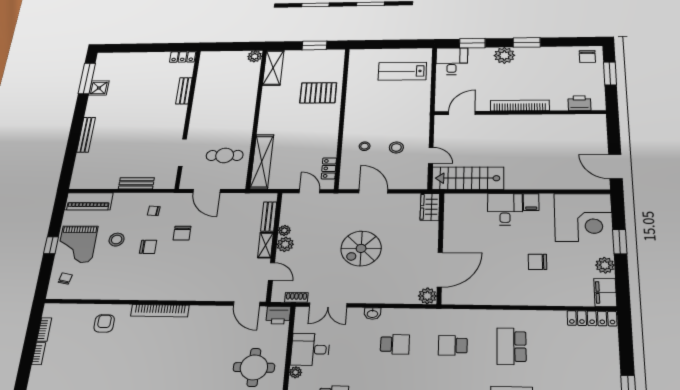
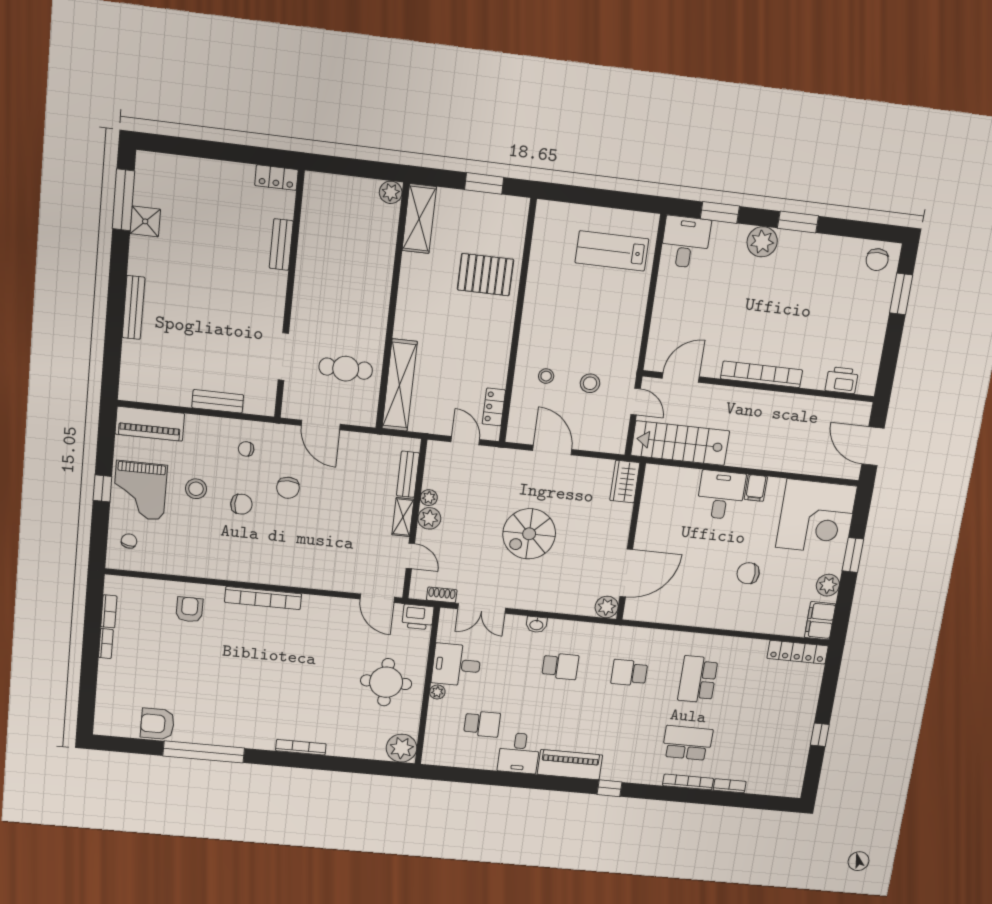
printer: (579, 103) -> (842, 380), moved
bookcase: (520, 105) -> (762, 374), moved
door: (462, 113) -> (681, 378), moved
wall: (519, 113) -> (759, 386), moved

